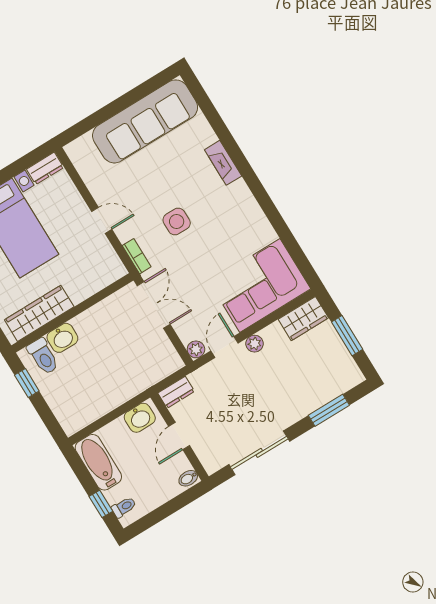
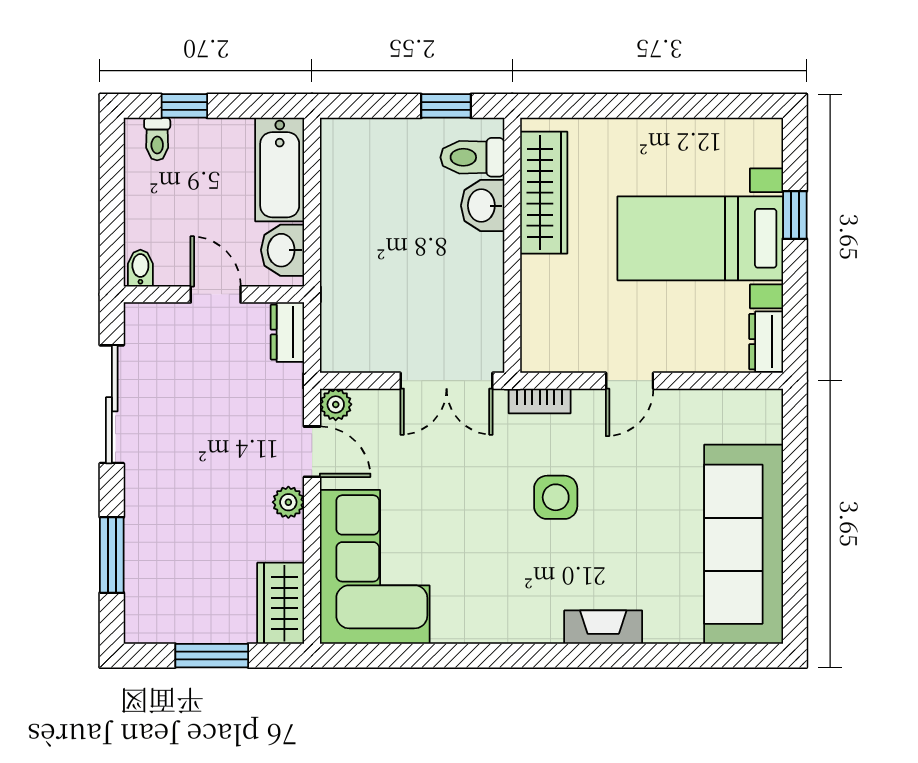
bathtub: (98, 462) -> (280, 170), moved, turned 90

